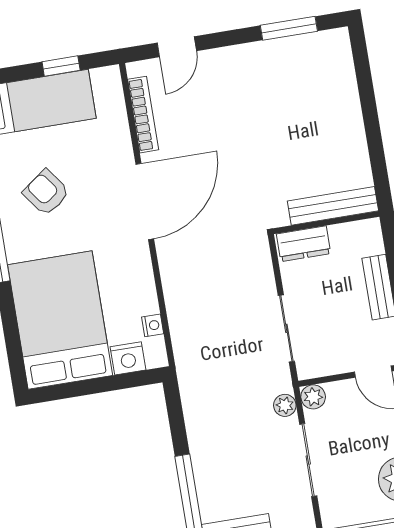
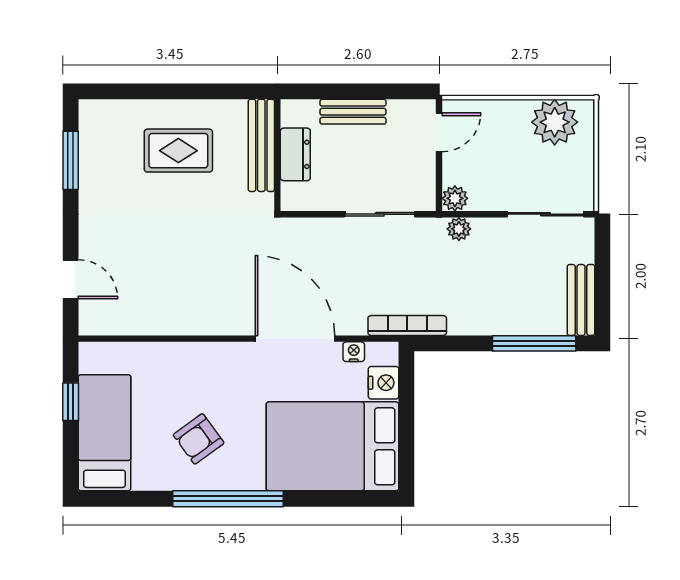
bookcase: (143, 115) -> (407, 325), moved
rug: (315, 128) -> (178, 151), added
door: (145, 201) -> (295, 339), moved
dresser: (304, 244) -> (295, 154), moved
sliding door: (308, 460) -> (545, 214), moved

